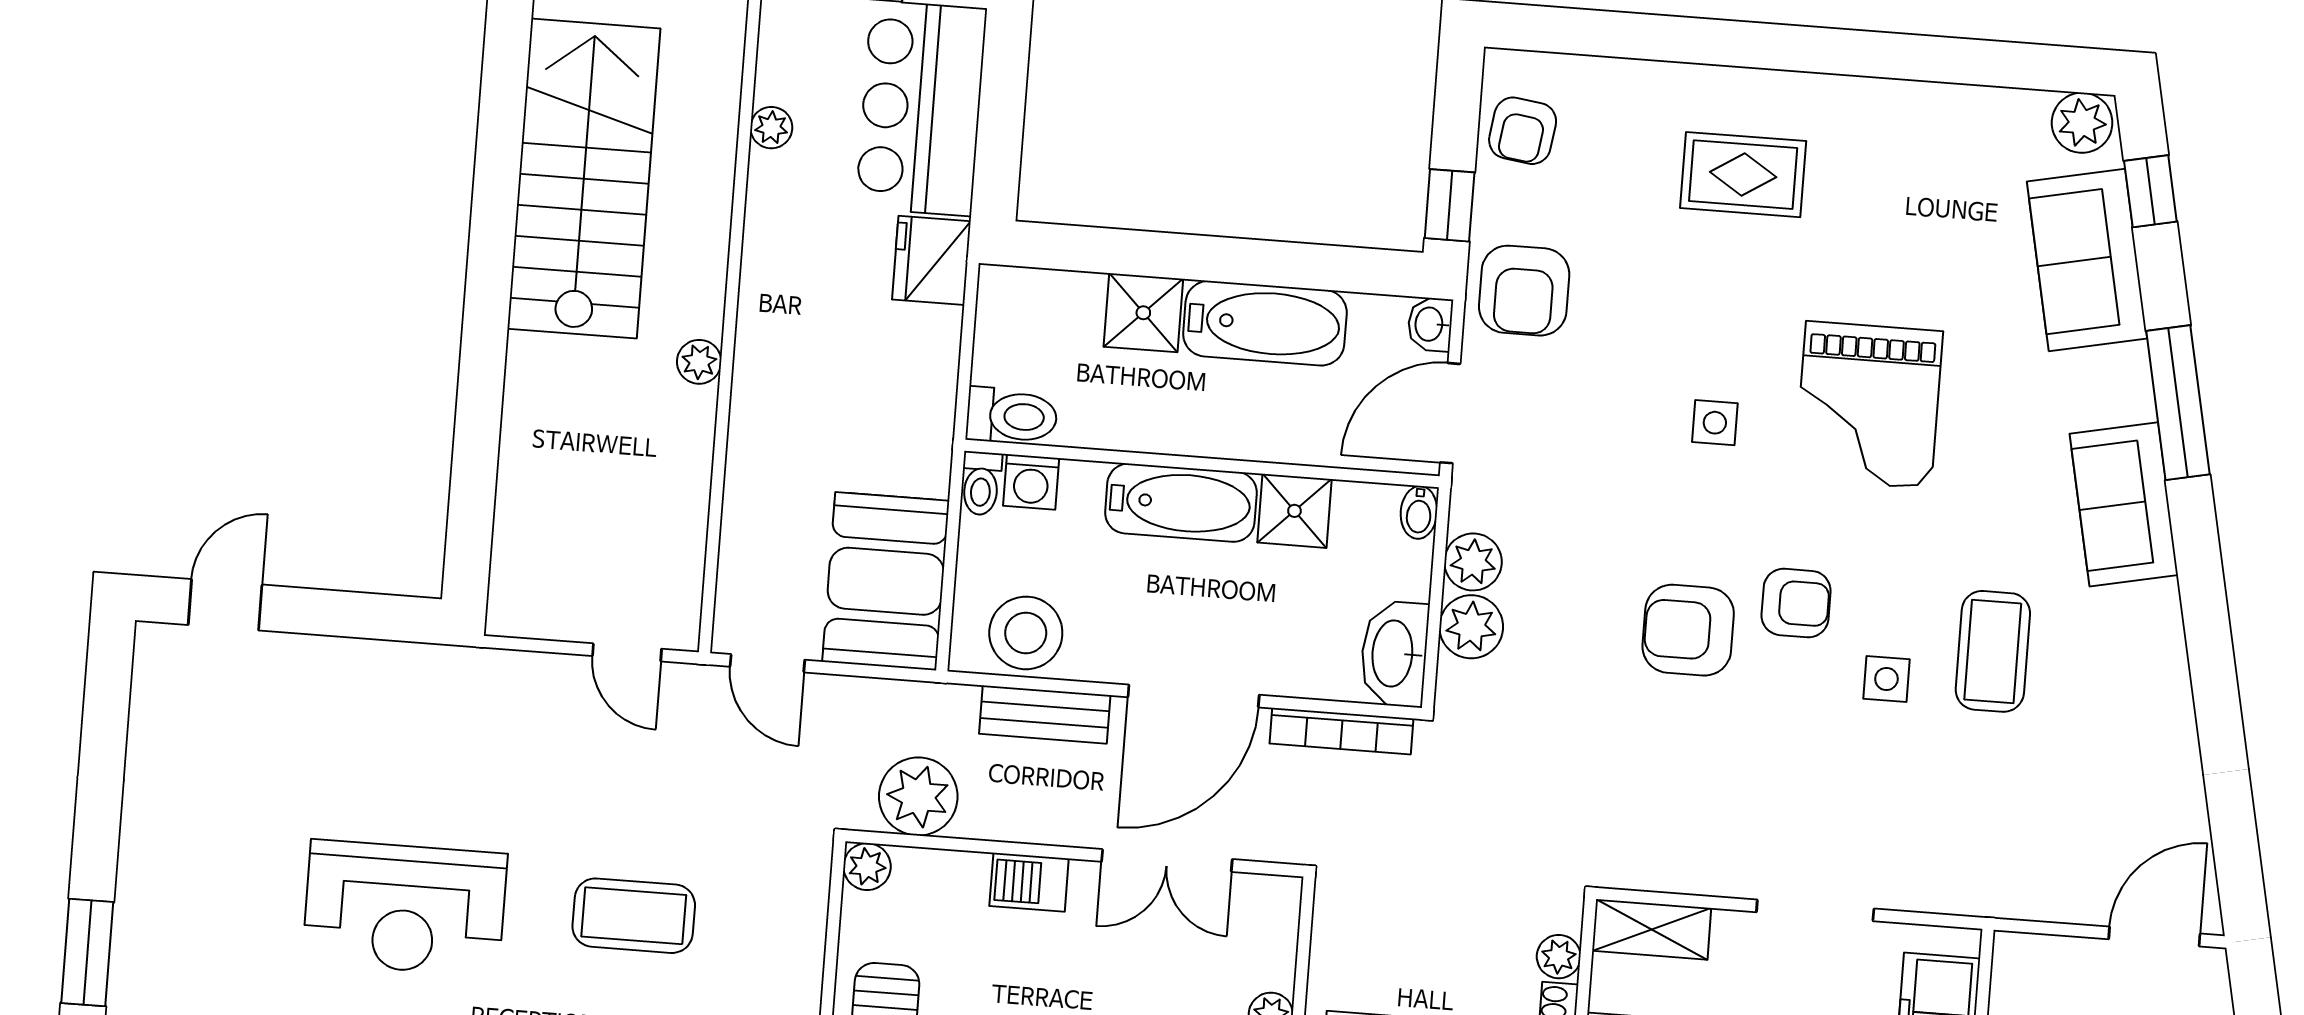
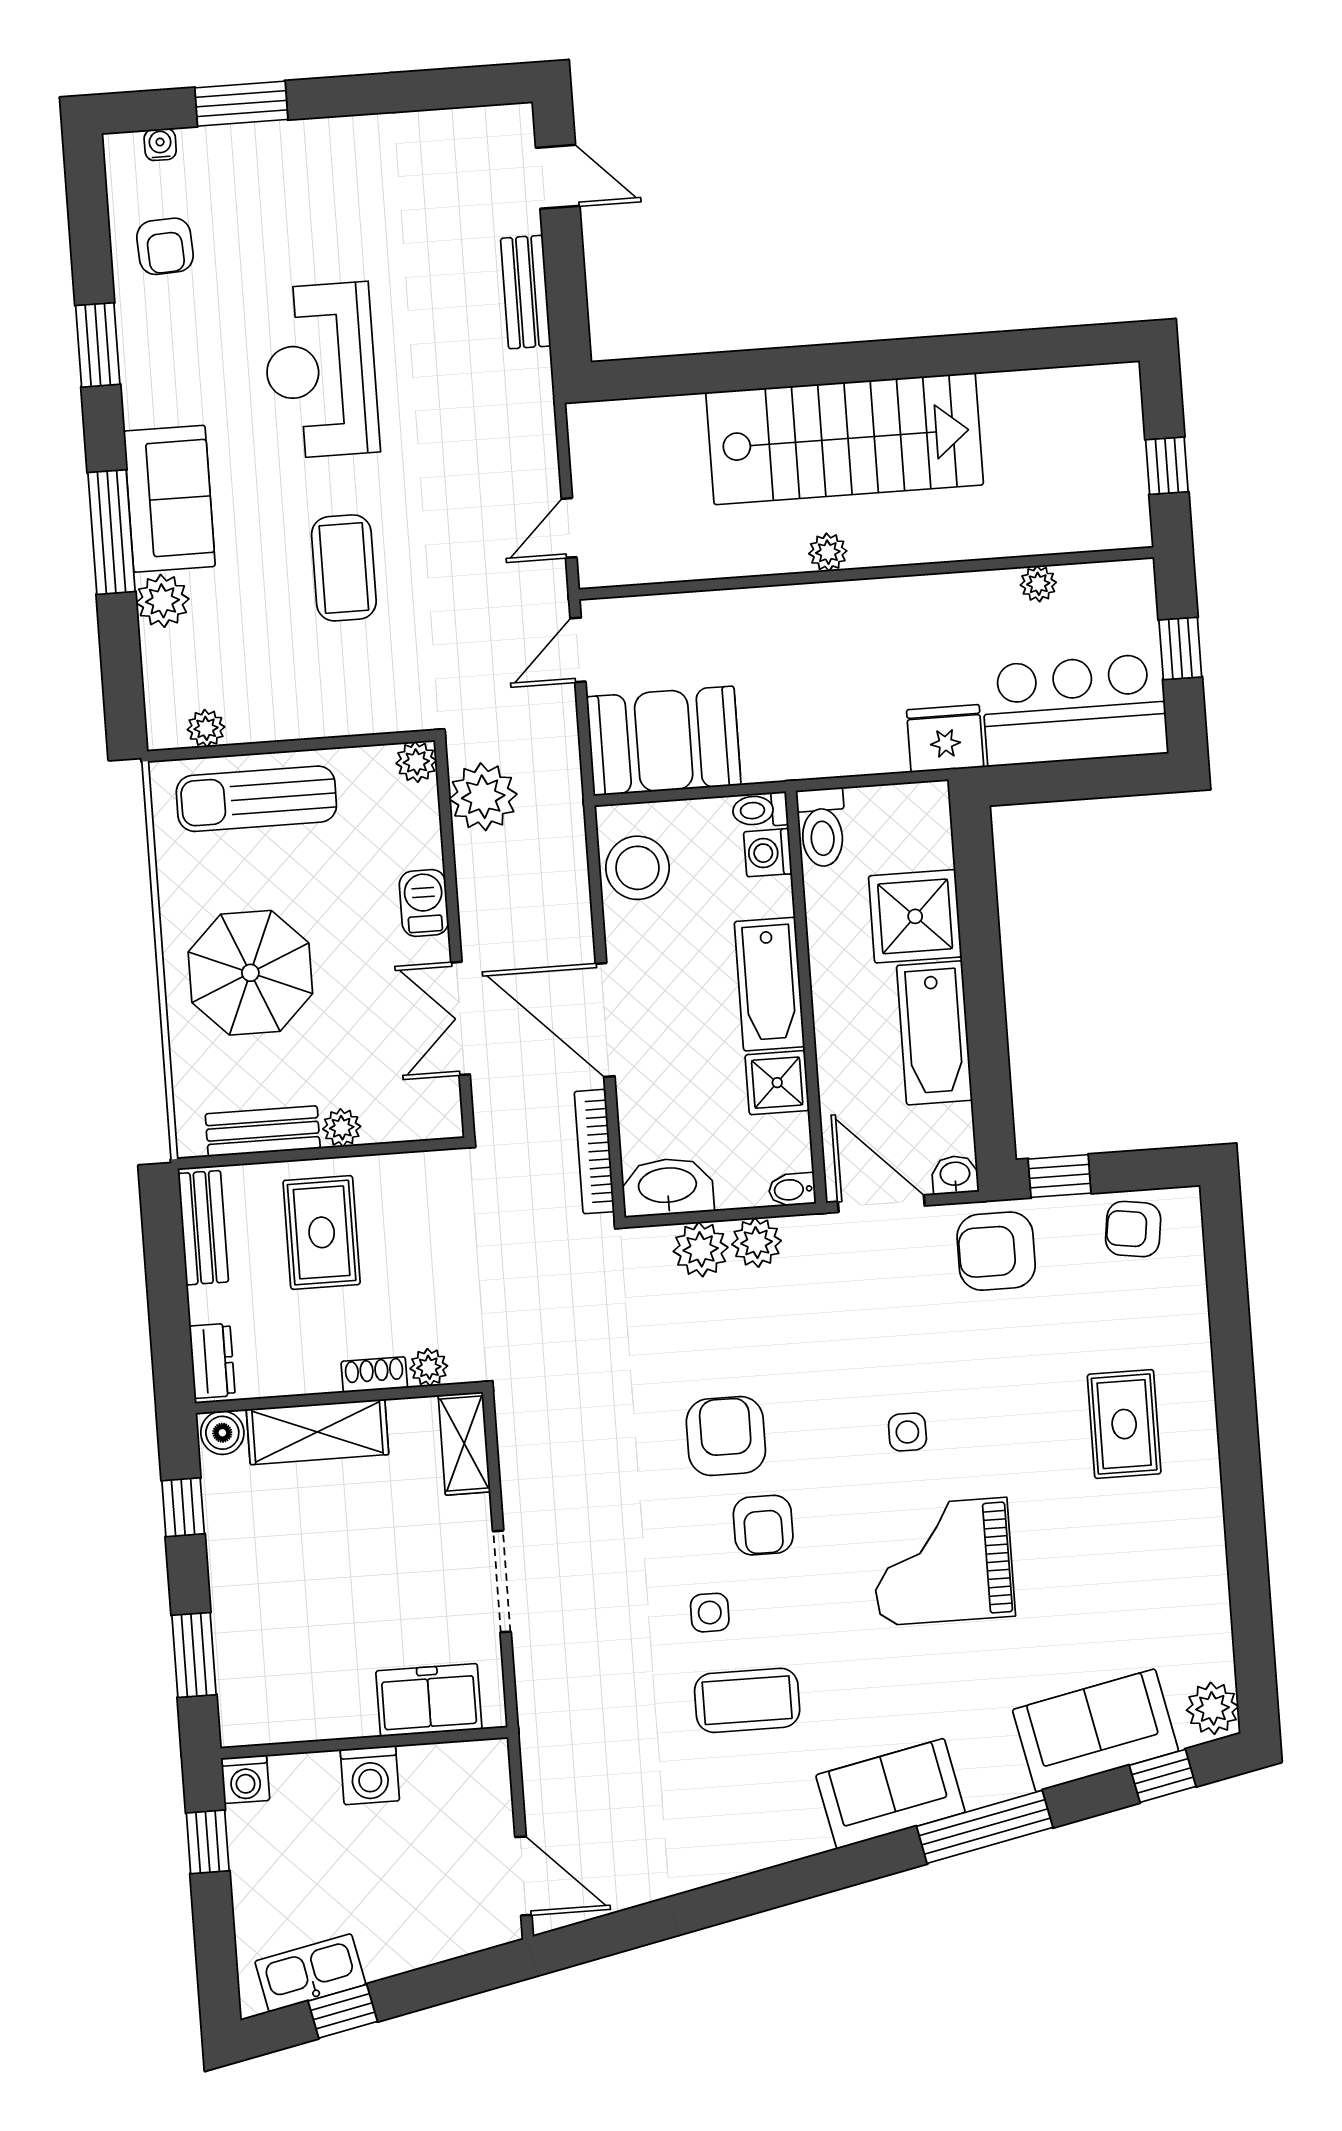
stairs: (584, 179) -> (845, 439), moved
shower: (1143, 313) -> (915, 916), width x1.36, depth x1.36
bench: (1045, 715) -> (526, 292), moved

